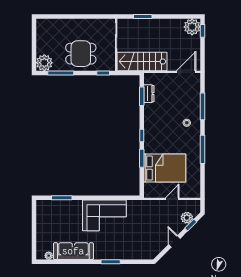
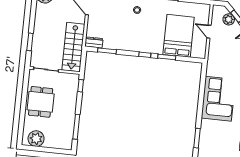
dining table: (81, 54) -> (41, 102), moved
plant: (44, 63) -> (36, 139), moved
dresser: (149, 94) -> (94, 42), moved

